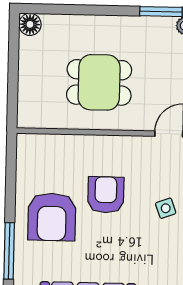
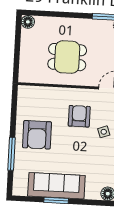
armchair: (106, 195) -> (79, 116), moved

